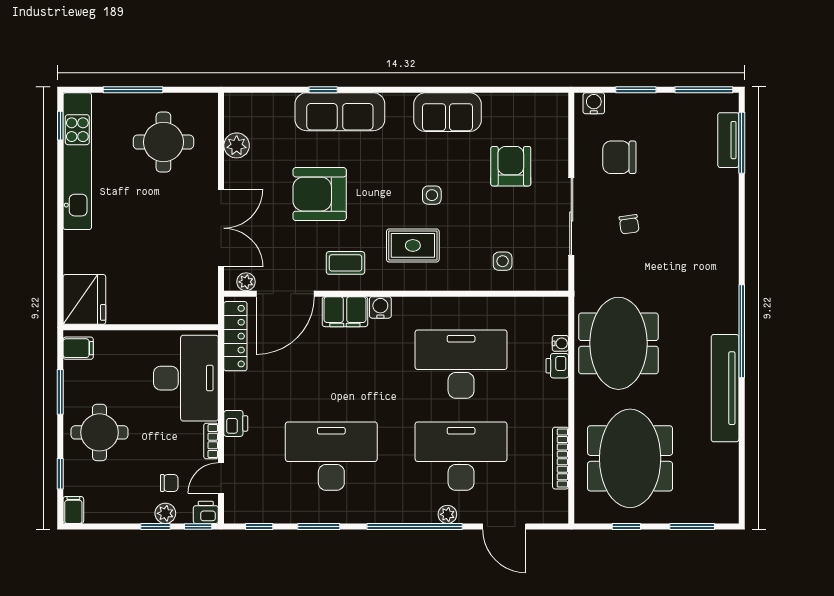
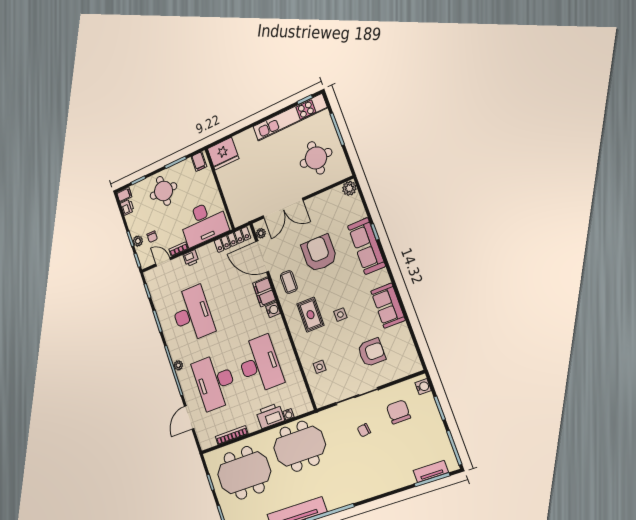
plant: (237, 145) -> (349, 188), moved
printer: (557, 366) -> (270, 416), width x1.87, depth x1.48
desk: (461, 456) -> (215, 382), turned 180
printer: (206, 512) -> (127, 207), moved
plant: (447, 514) -> (178, 365), moved

